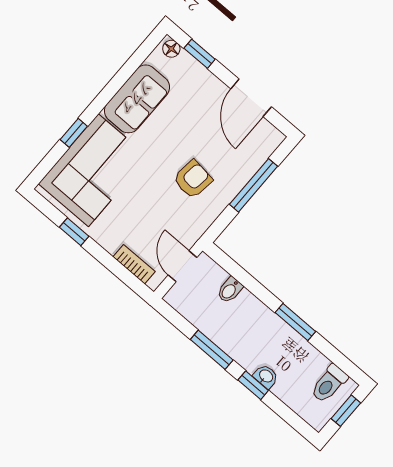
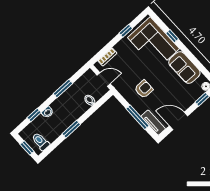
tv unit: (261, 151) -> (153, 123), added
armchair: (193, 179) -> (144, 89), turned -97
window: (253, 385) -> (34, 115), moved

